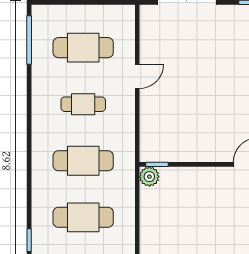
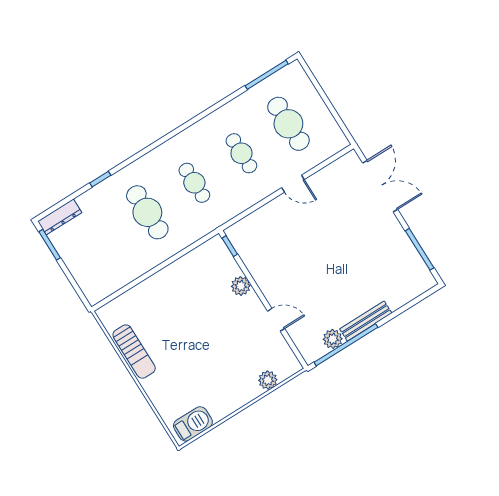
cafe table: (83, 161) -> (194, 183), width x0.73, depth x0.74
plant: (149, 177) -> (241, 286), moved

